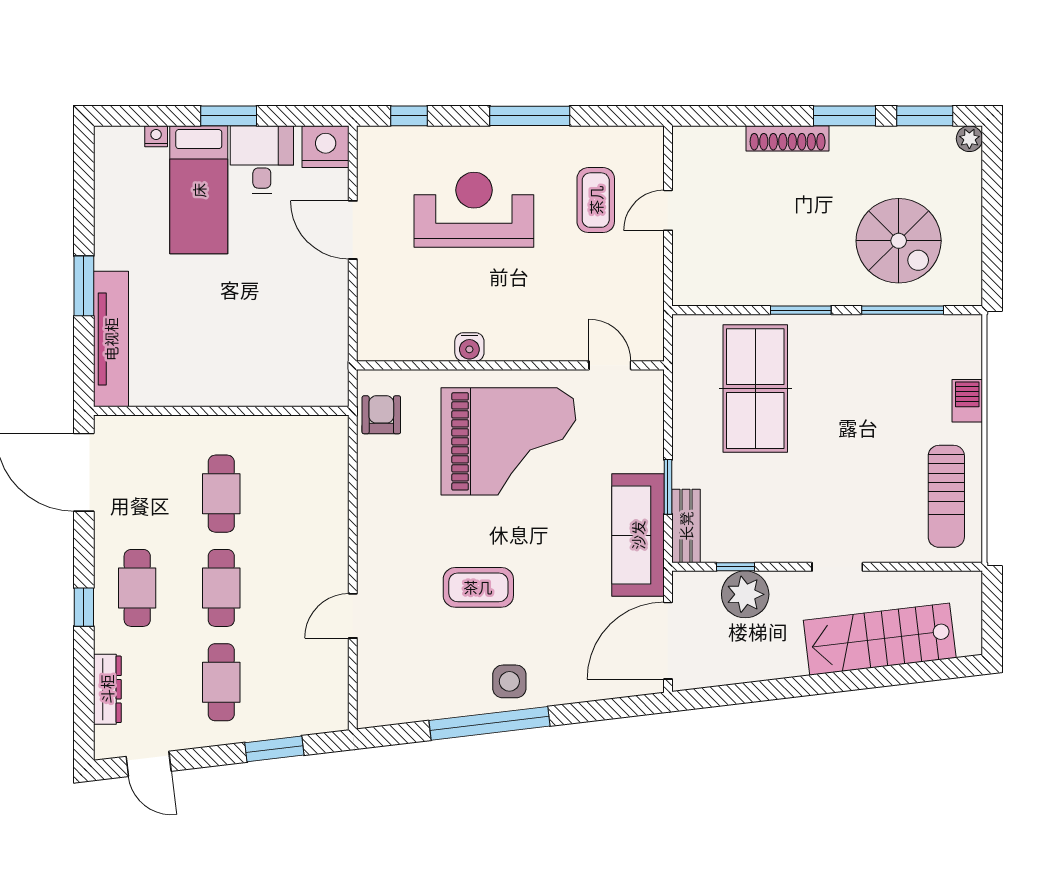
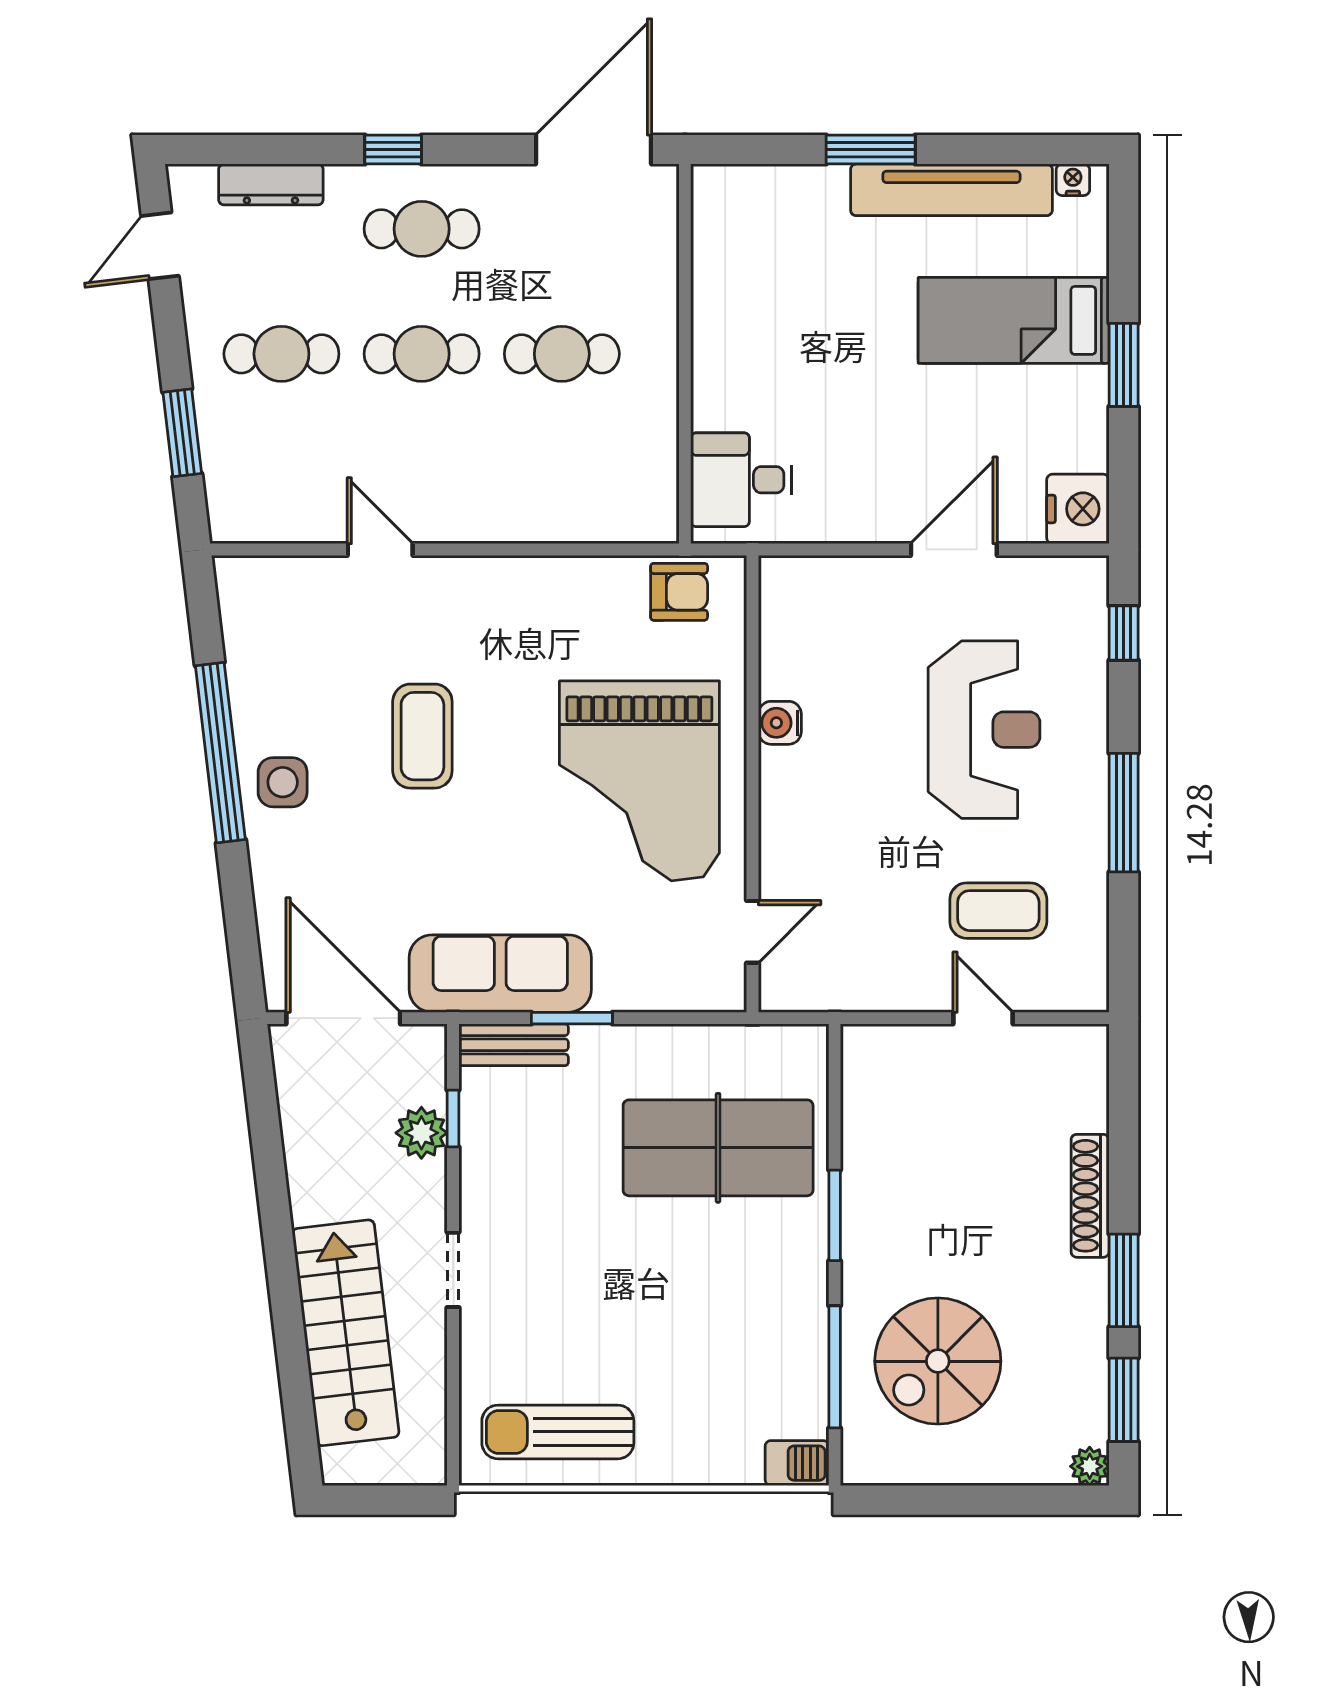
nightstand: (156, 136) -> (1073, 180), moved, turned -90
desk: (262, 160) -> (741, 480), moved, turned 180
tv unit: (111, 339) -> (951, 190), moved
barbecue: (967, 401) -> (797, 1463), moved
plant: (745, 594) -> (421, 1133), width x0.73, depth x0.73

